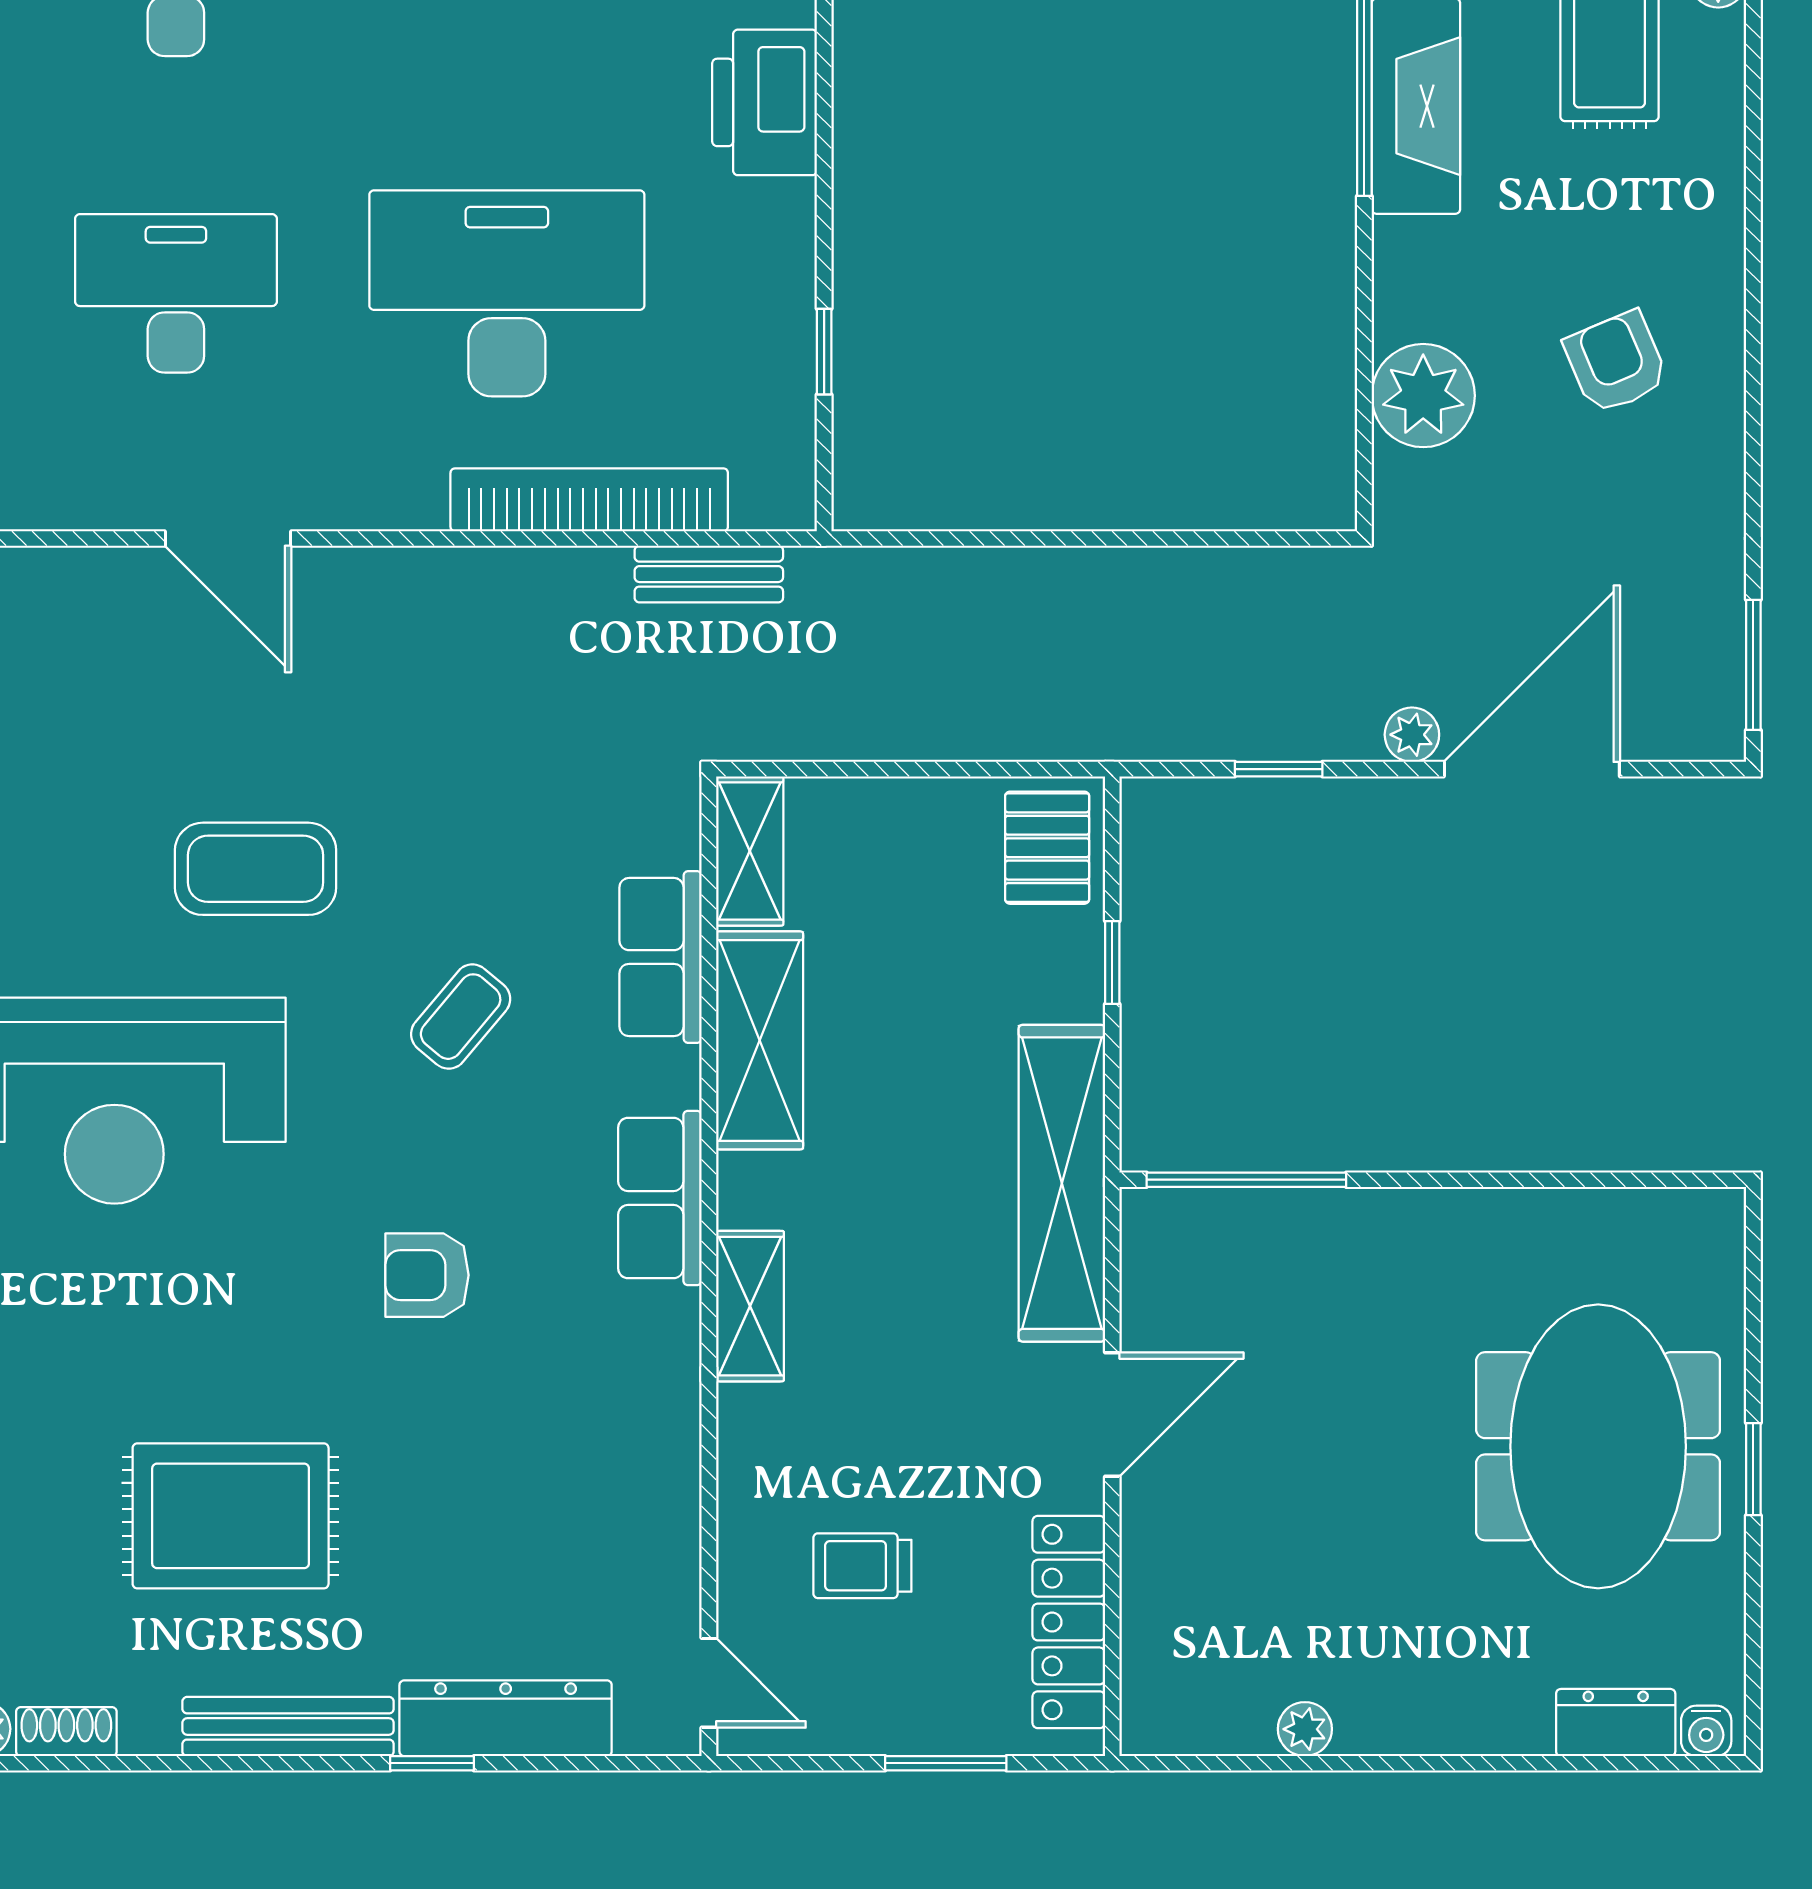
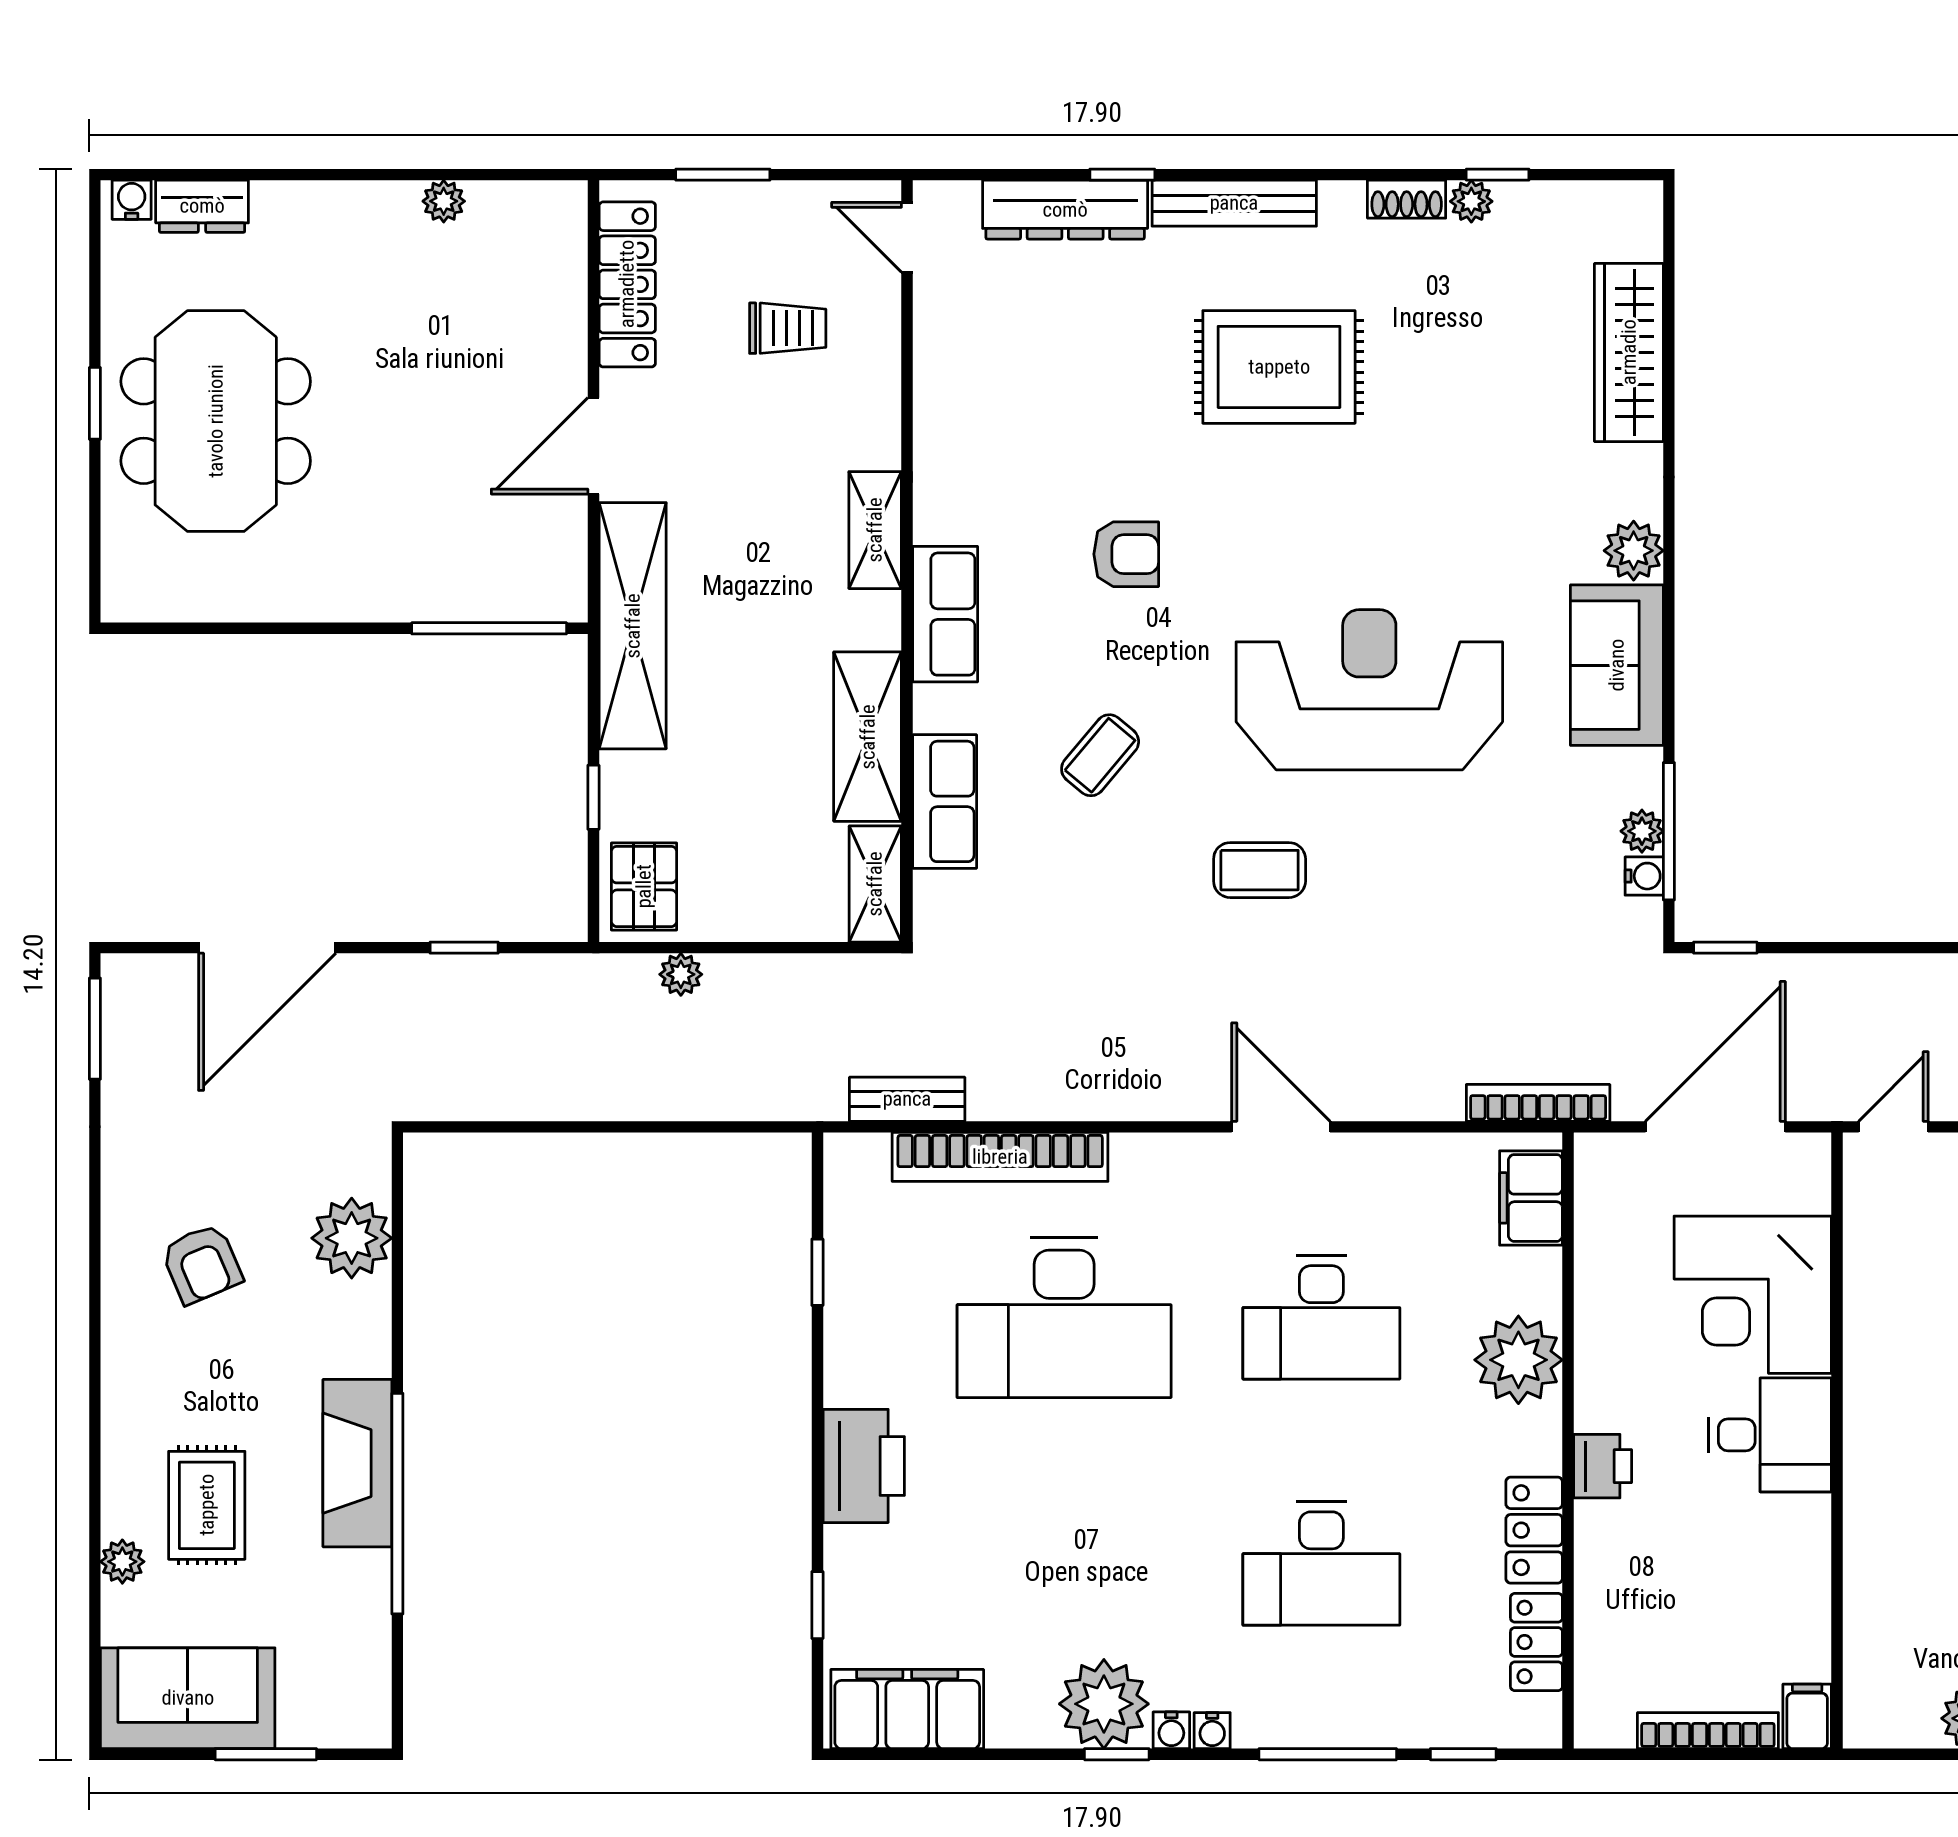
plant: (1412, 735) -> (681, 974), moved
coffee table: (256, 869) -> (1260, 870), width x0.73, depth x0.77

